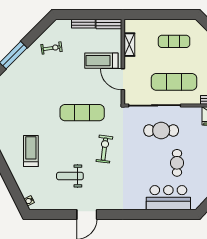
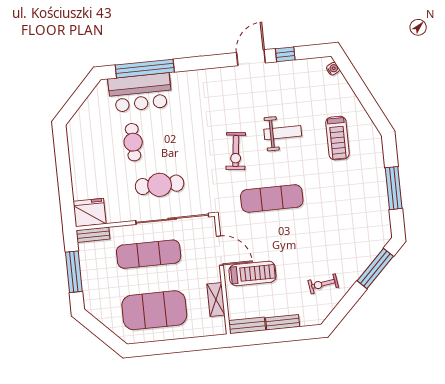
exercise mat: (174, 41) -> (154, 310), width x2.00, depth x1.45
weight bench: (70, 176) -> (283, 133), moved
window: (62, 215) -> (285, 54), added
window: (163, 215) -> (145, 69), added

